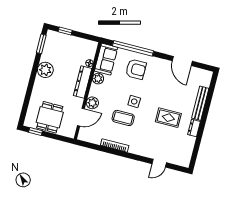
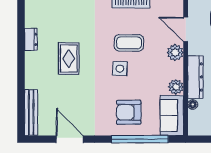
bench: (200, 103) -> (31, 113), moved
door: (81, 117) -> (186, 29), hinge flipped
rug: (168, 118) -> (69, 59), turned 90
dresser: (194, 128) -> (31, 39), moved

